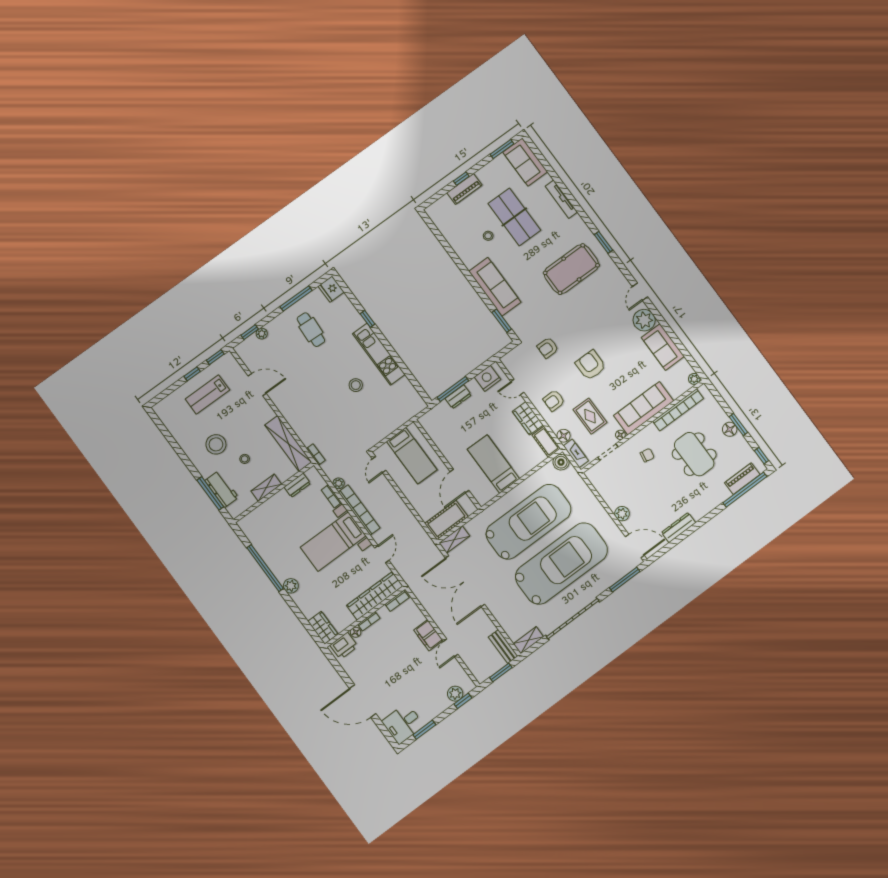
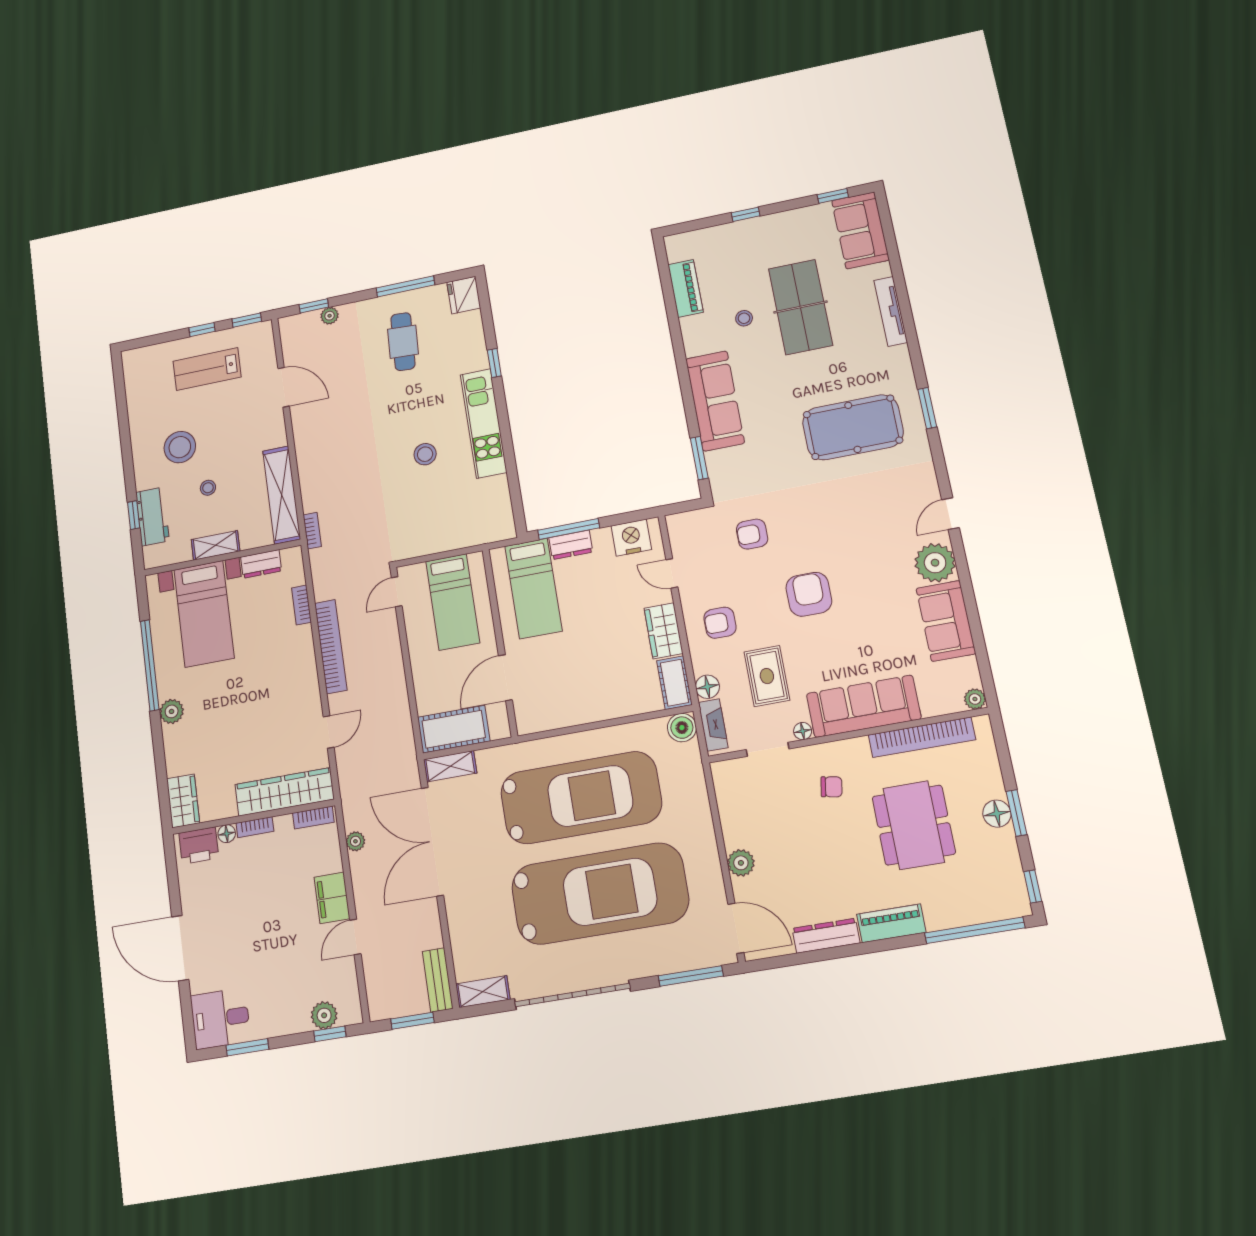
window: (502, 149) -> (833, 196), width x0.67
piano: (464, 189) -> (686, 288), moved, turned -90
bed: (493, 464) -> (533, 588), moved, turned 180
piano: (742, 479) -> (891, 923), moved
plant: (339, 483) -> (355, 841), moved
window: (210, 493) -> (134, 515), width x0.46
bed with nightstands: (333, 542) -> (204, 614), moved, turned -90

